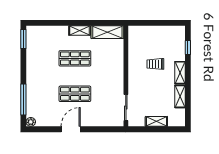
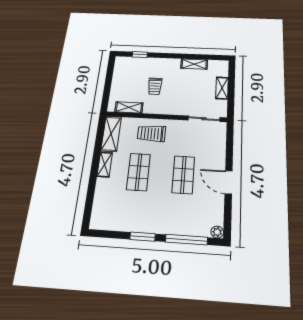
window: (23, 39) -> (142, 237), moved
trolley: (110, 65) -> (151, 133), added
shelving: (180, 73) -> (129, 107), moved

